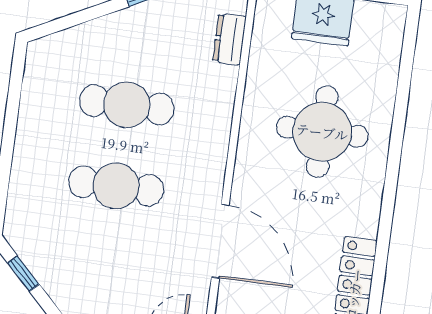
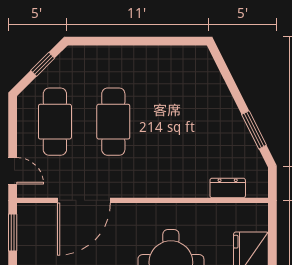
cafe table: (127, 105) -> (55, 122), moved

